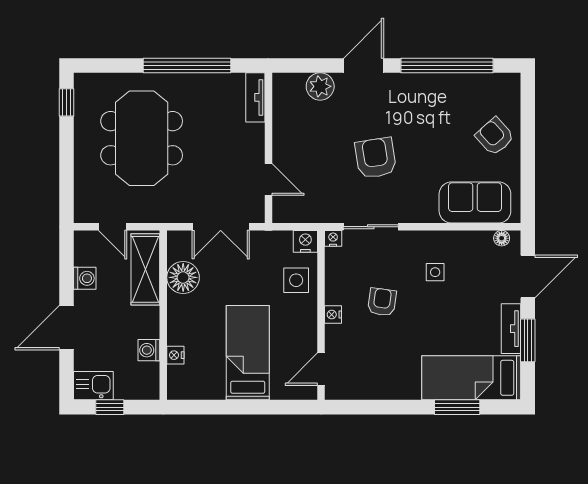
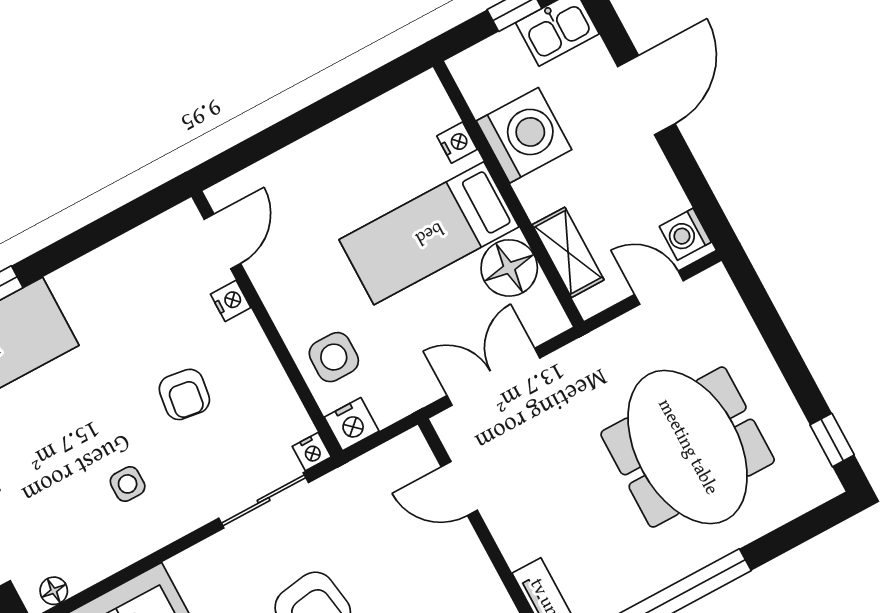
shelving: (145, 269) -> (568, 252), width x0.67, depth x0.75
washing machine: (85, 278) -> (685, 234), moved
nightstand: (333, 315) -> (231, 301), moved
washing machine: (149, 350) -> (524, 135), width x1.89, depth x1.89
bed: (248, 353) -> (429, 233), moved, turned 90

